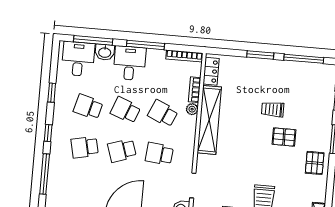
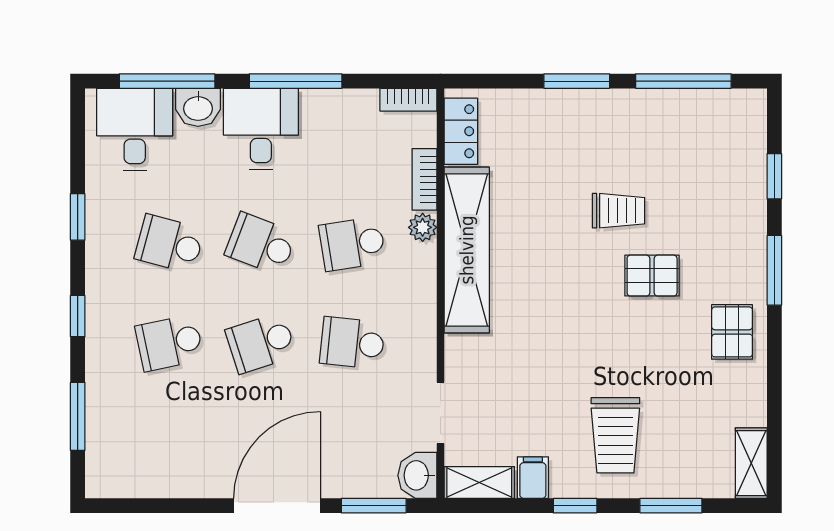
bookcase: (184, 56) -> (408, 100), width x0.64
trolley: (273, 109) -> (619, 211), turned 180
school desk: (163, 113) -> (352, 244), turned -33
window: (45, 174) -> (78, 416), width x0.69

